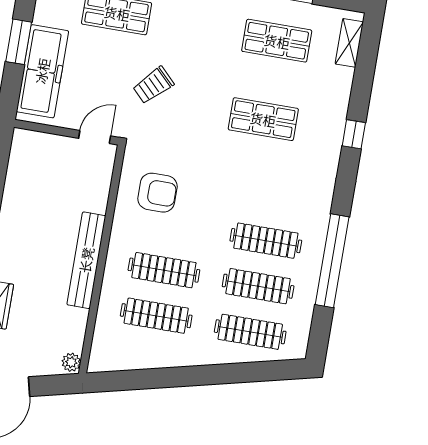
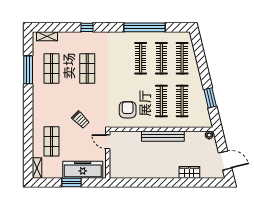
window: (153, 378) -> (210, 98), added

